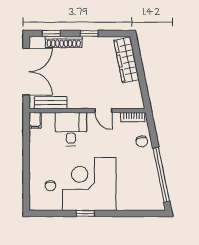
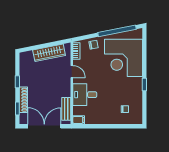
wardrobe: (126, 60) -> (49, 53), moved
door: (104, 111) -> (72, 72), hinge flipped
corner desk: (89, 184) -> (124, 58), moved

